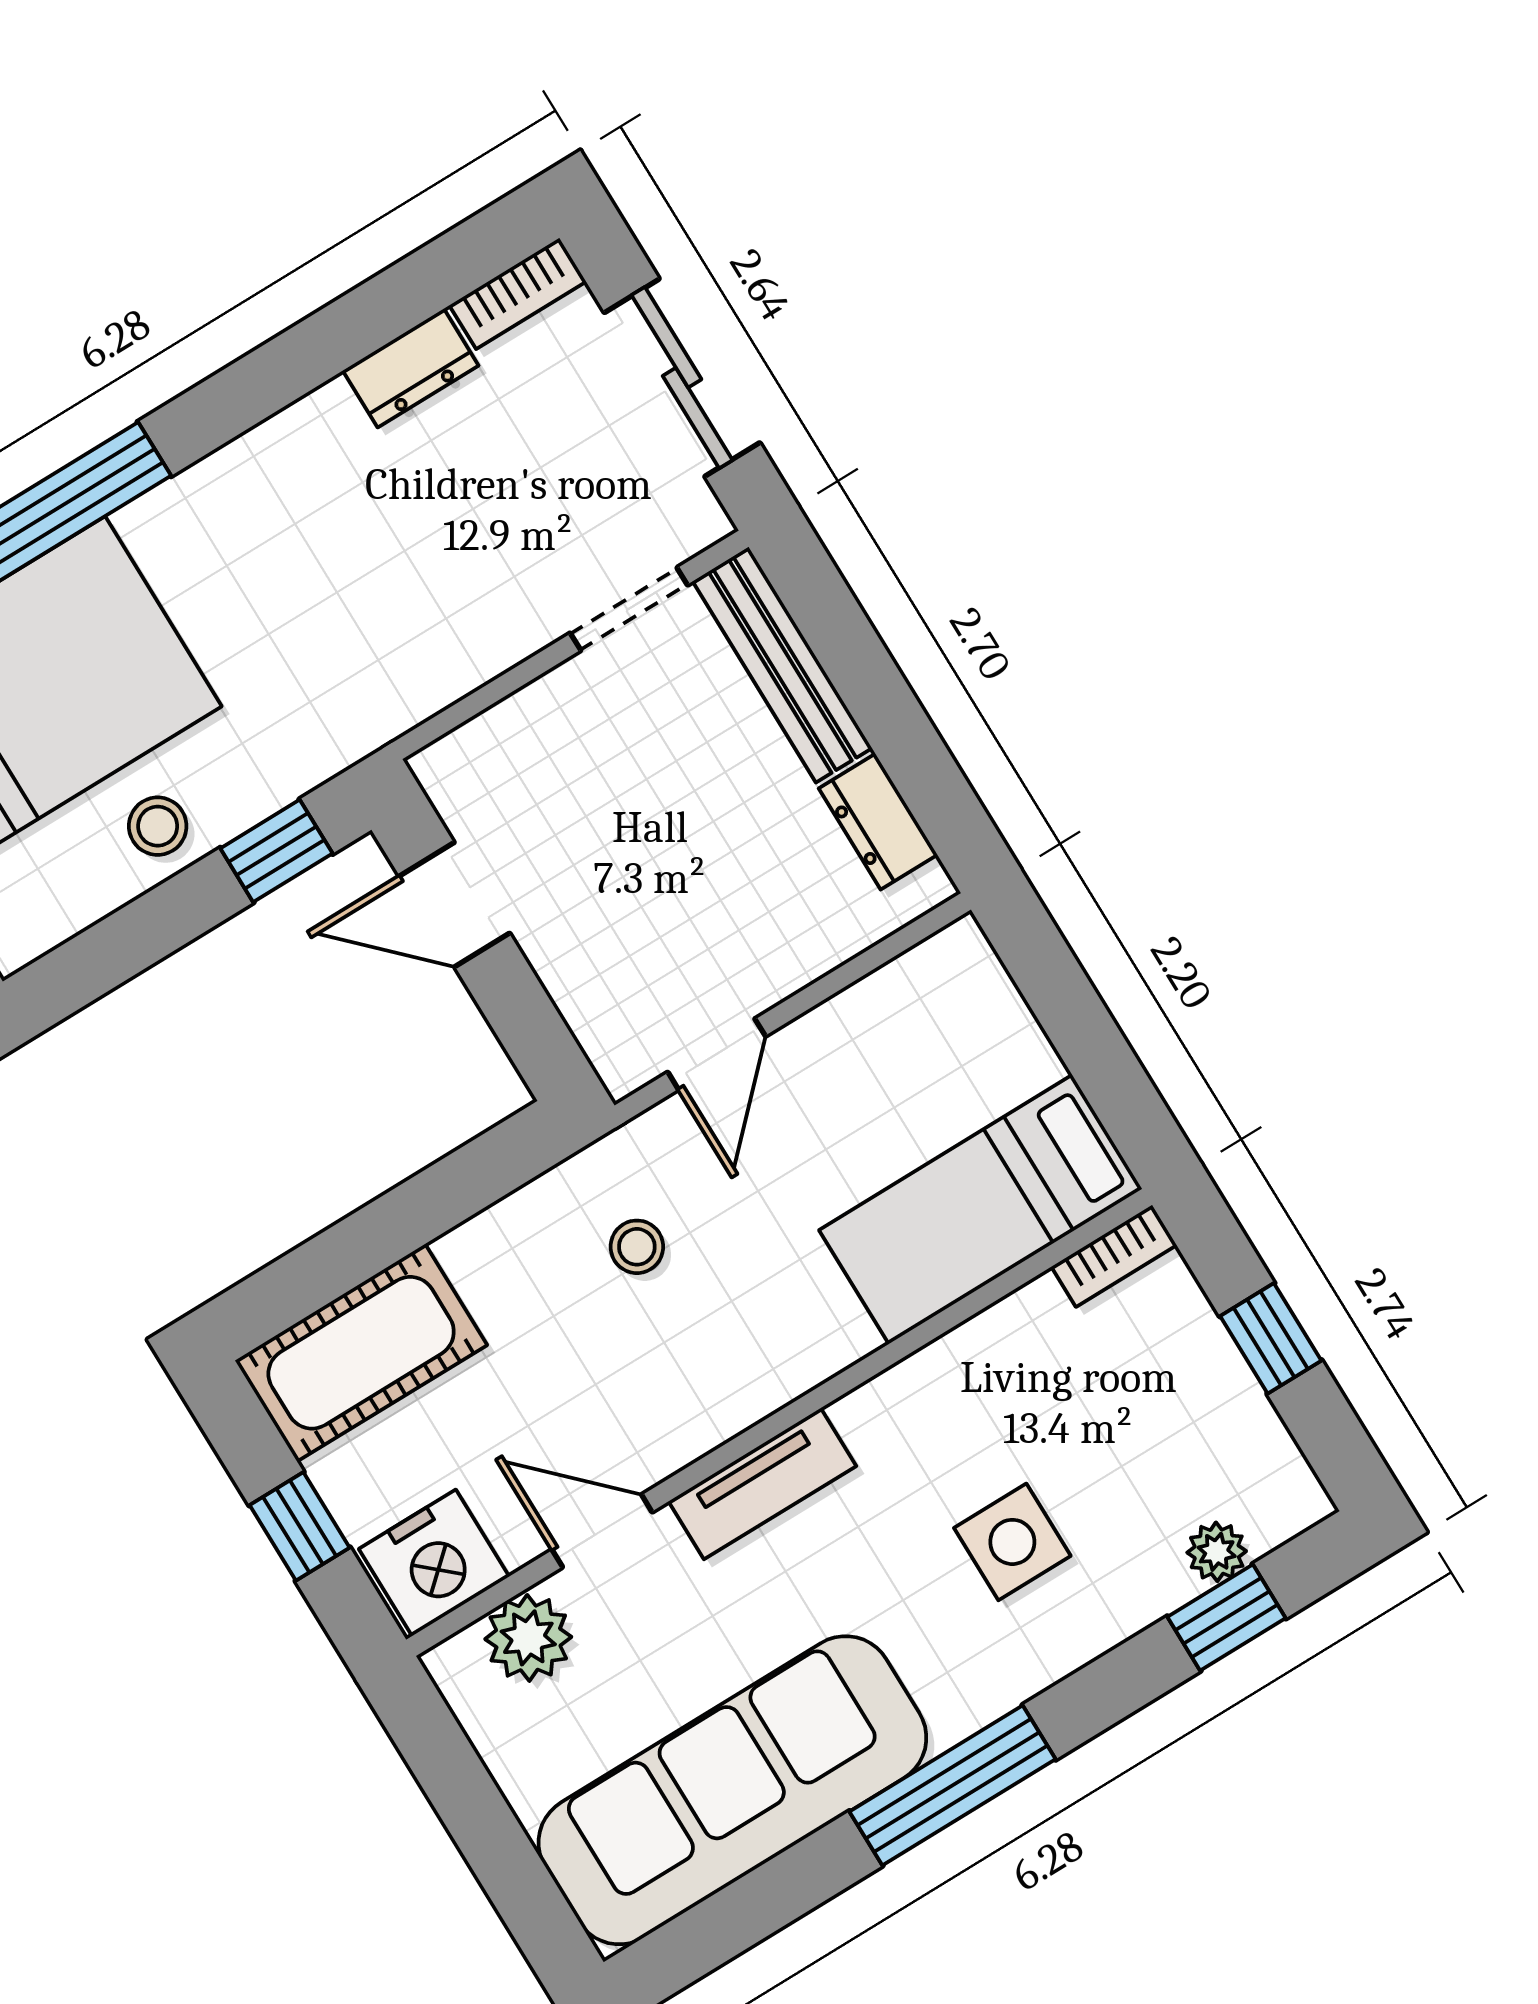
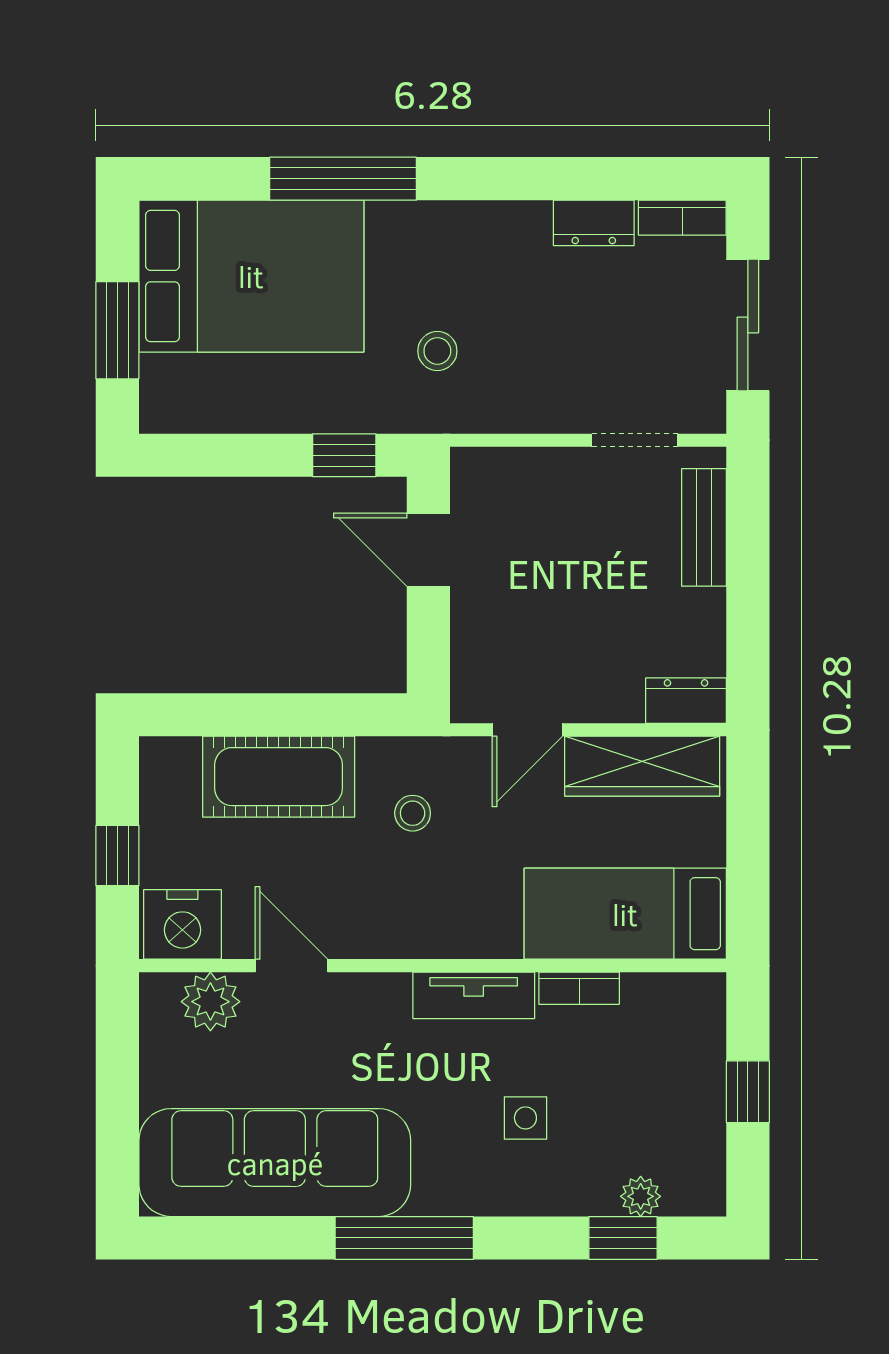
bench: (783, 665) -> (704, 527), width x0.73
dresser: (878, 822) -> (686, 701), moved, turned 90
stool: (158, 826) -> (437, 351), moved
wardrobe: (888, 1012) -> (642, 766), added
bookcase: (1114, 1256) -> (579, 988), moved
cot: (361, 1353) -> (279, 777), moved
tv unit: (762, 1484) -> (474, 995), moved
side table: (1012, 1542) -> (525, 1118), width x0.73, depth x0.73

